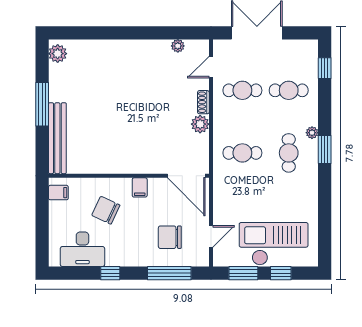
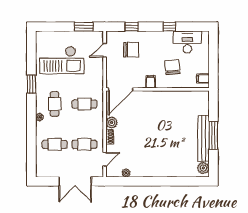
window: (325, 68) -> (31, 159), removed
bench: (57, 138) -> (204, 138), moved
window: (325, 149) -> (31, 84), moved
door: (186, 176) -> (121, 89), swing flipped
chair: (106, 210) -> (172, 67), turned -120
checkout: (274, 244) -> (62, 60), moved
window: (169, 273) -> (132, 27), width x0.46
window: (281, 273) -> (60, 27), removed

